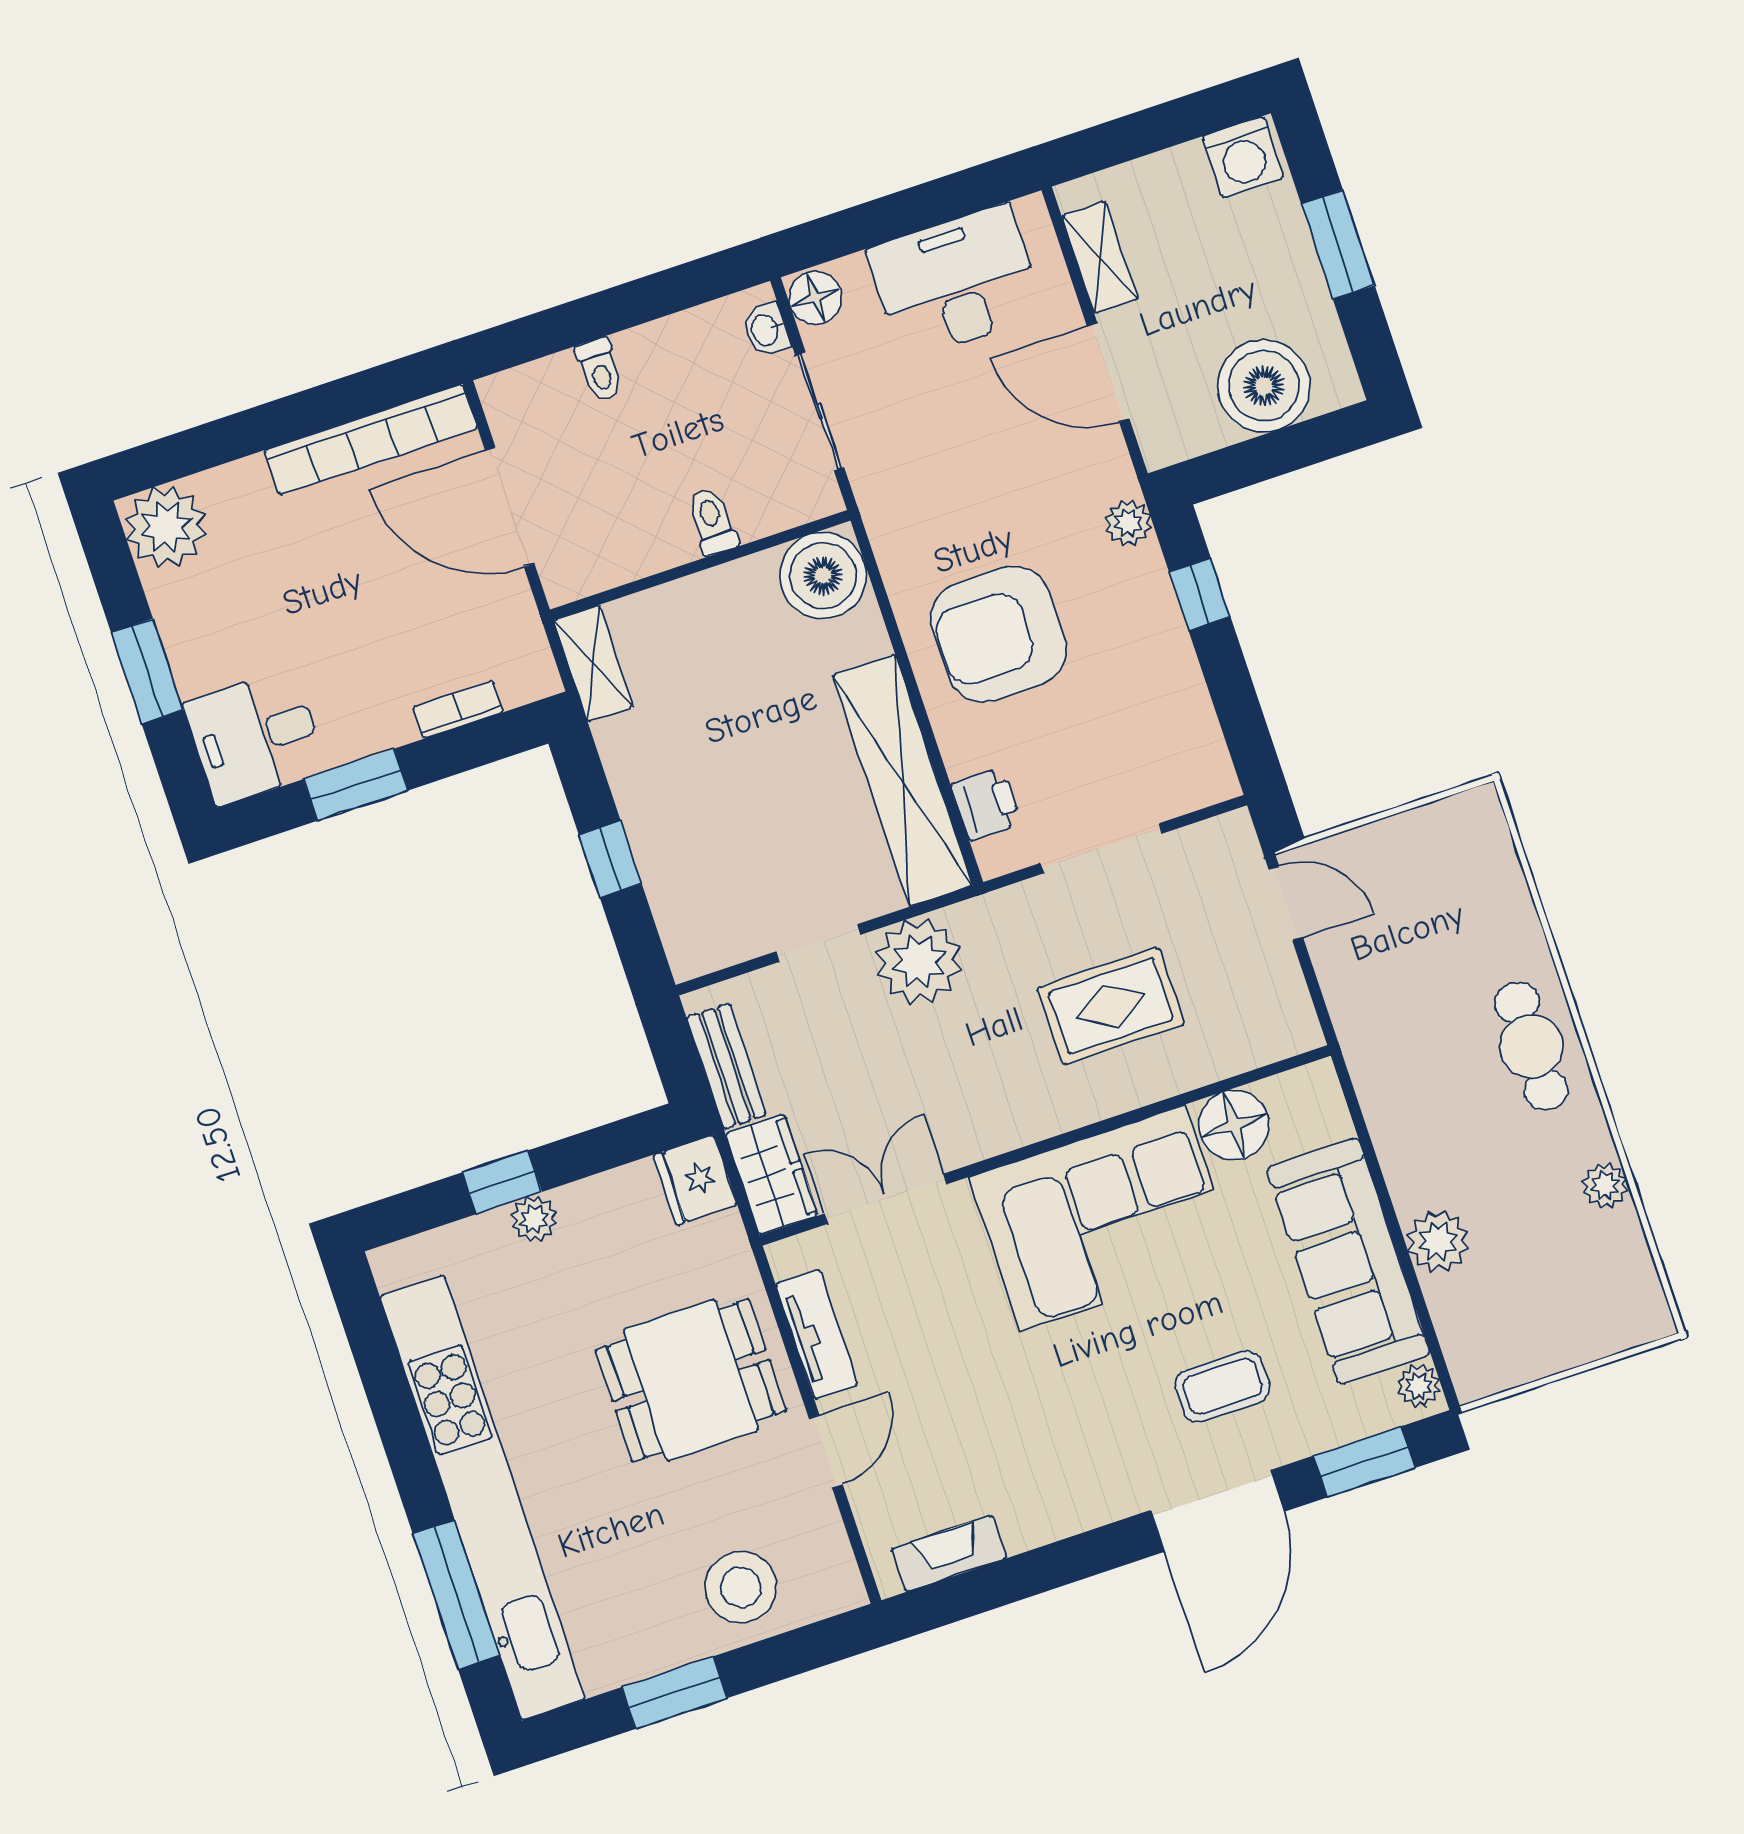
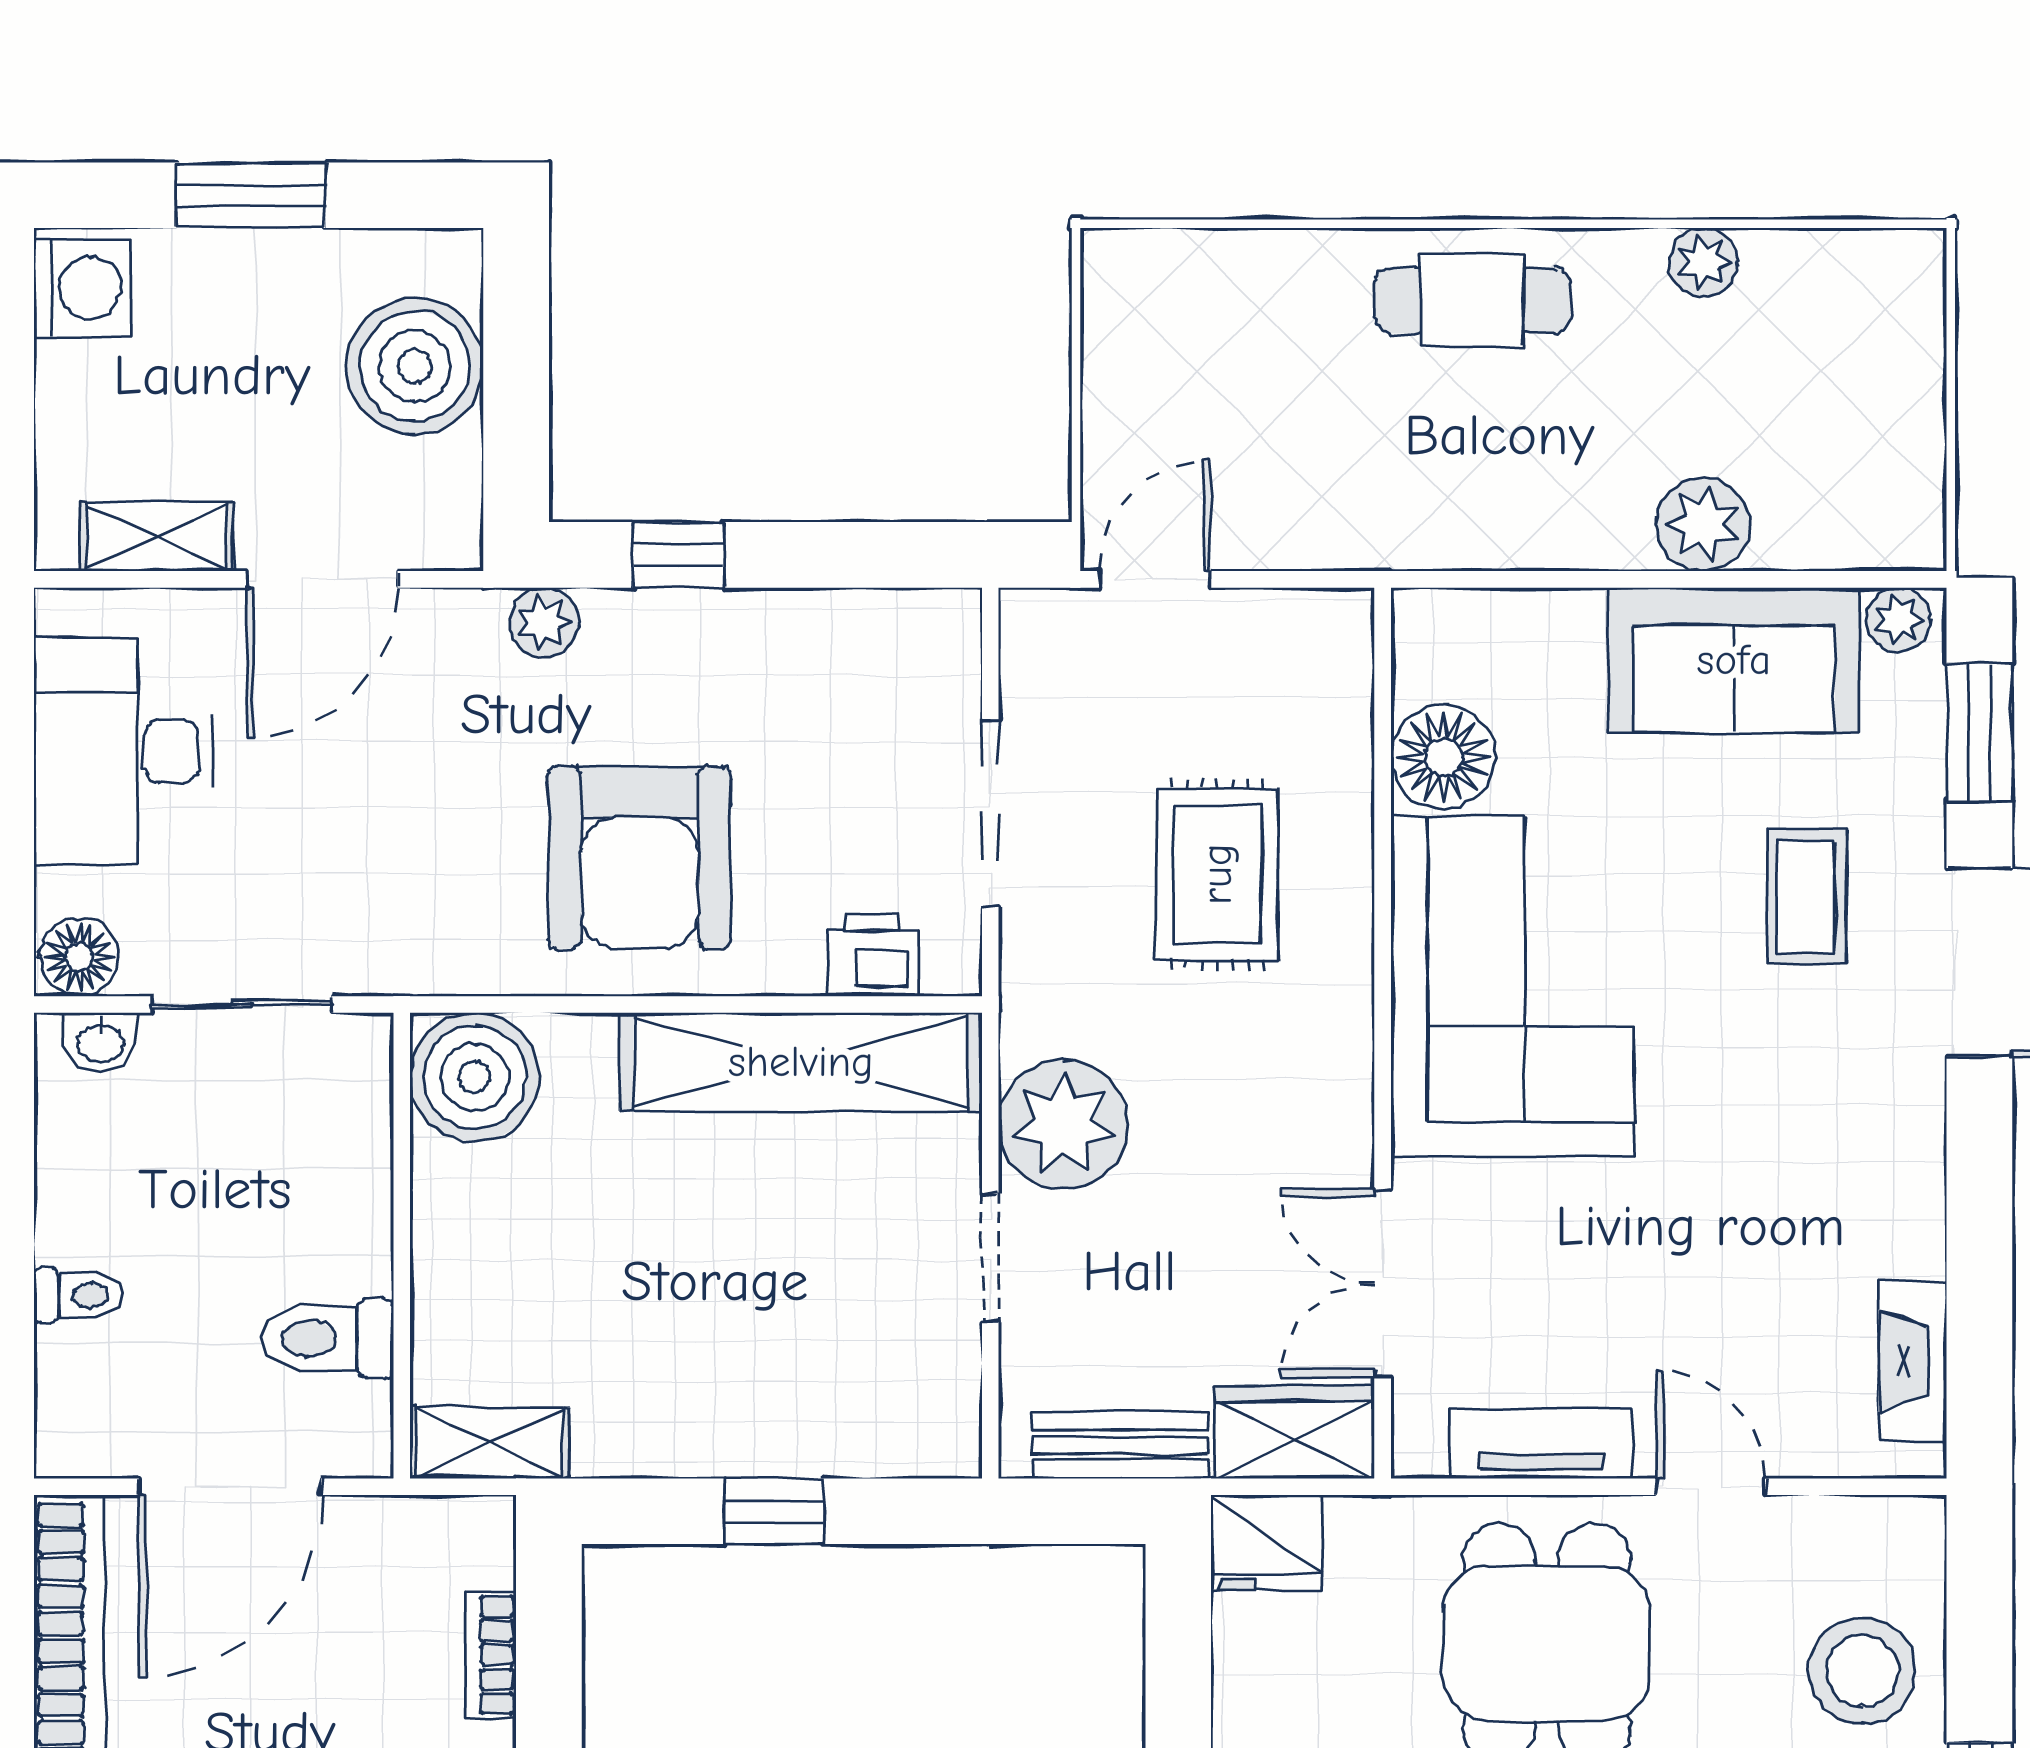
toilet: (712, 522) -> (328, 1339), moved, width x1.37, depth x1.39
sofa: (1348, 1261) -> (1734, 660), width x0.73

